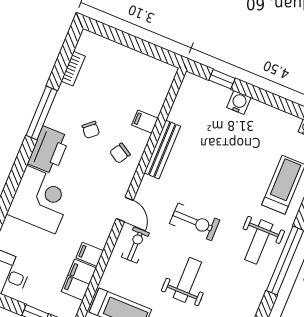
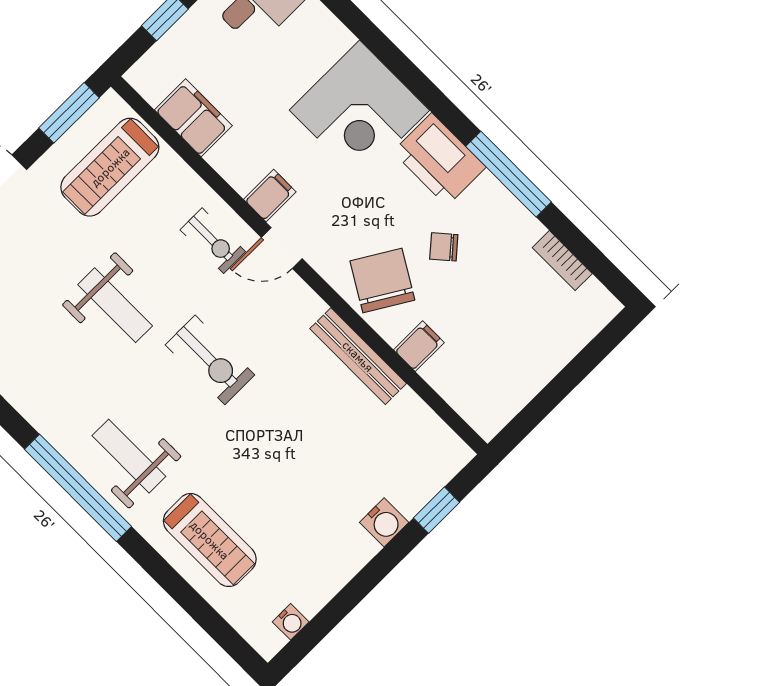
chair: (120, 153) -> (382, 281), width x1.87, depth x1.87
exercise bike: (195, 222) -> (210, 360), turned -90
filing cabinet: (90, 254) -> (270, 196), moved

